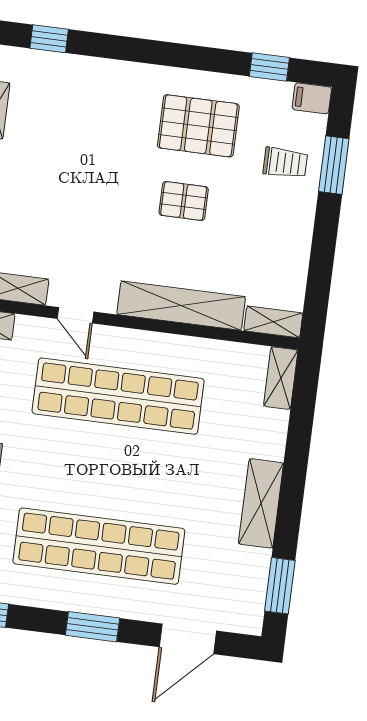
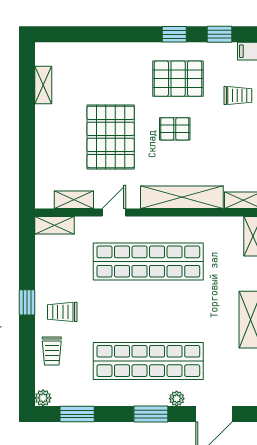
window: (49, 39) -> (174, 34), moved
pallet: (85, 201) -> (111, 137), added
door: (76, 315) -> (114, 212), swing flipped
plant: (134, 608) -> (177, 399), added

